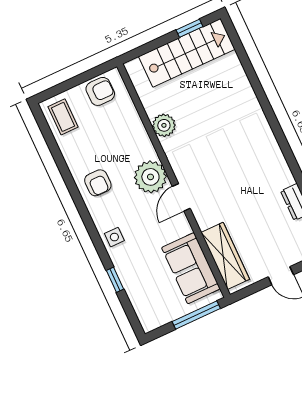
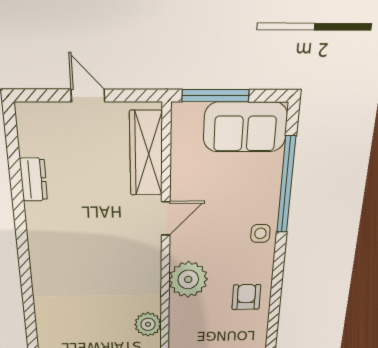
door: (181, 197) -> (166, 218), moved
sofa: (191, 268) -> (245, 127), moved, turned 90
window: (115, 280) -> (286, 185), width x3.17

